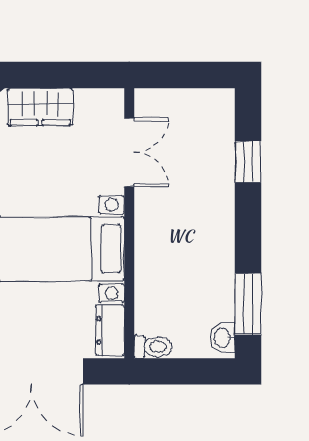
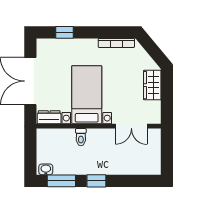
window: (248, 162) -> (96, 181), moved
toilet: (153, 347) -> (81, 137), moved

